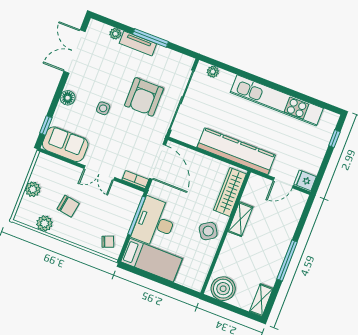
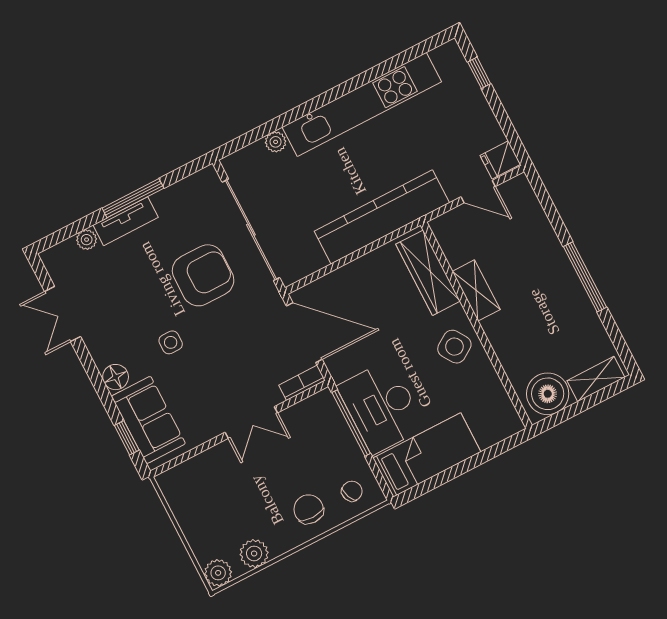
double door: (75, 52) -> (63, 314), width x0.73
plant: (213, 72) -> (276, 142), moved
armchair: (144, 97) -> (203, 275), turned -90
sofa: (65, 144) -> (148, 420), moved, turned 90
door: (283, 183) -> (478, 192), hinge flipped
plant: (33, 189) -> (218, 573), moved
chair: (68, 206) -> (309, 509), moved, turned -99
shelving: (261, 300) -> (596, 379), moved, turned 90

